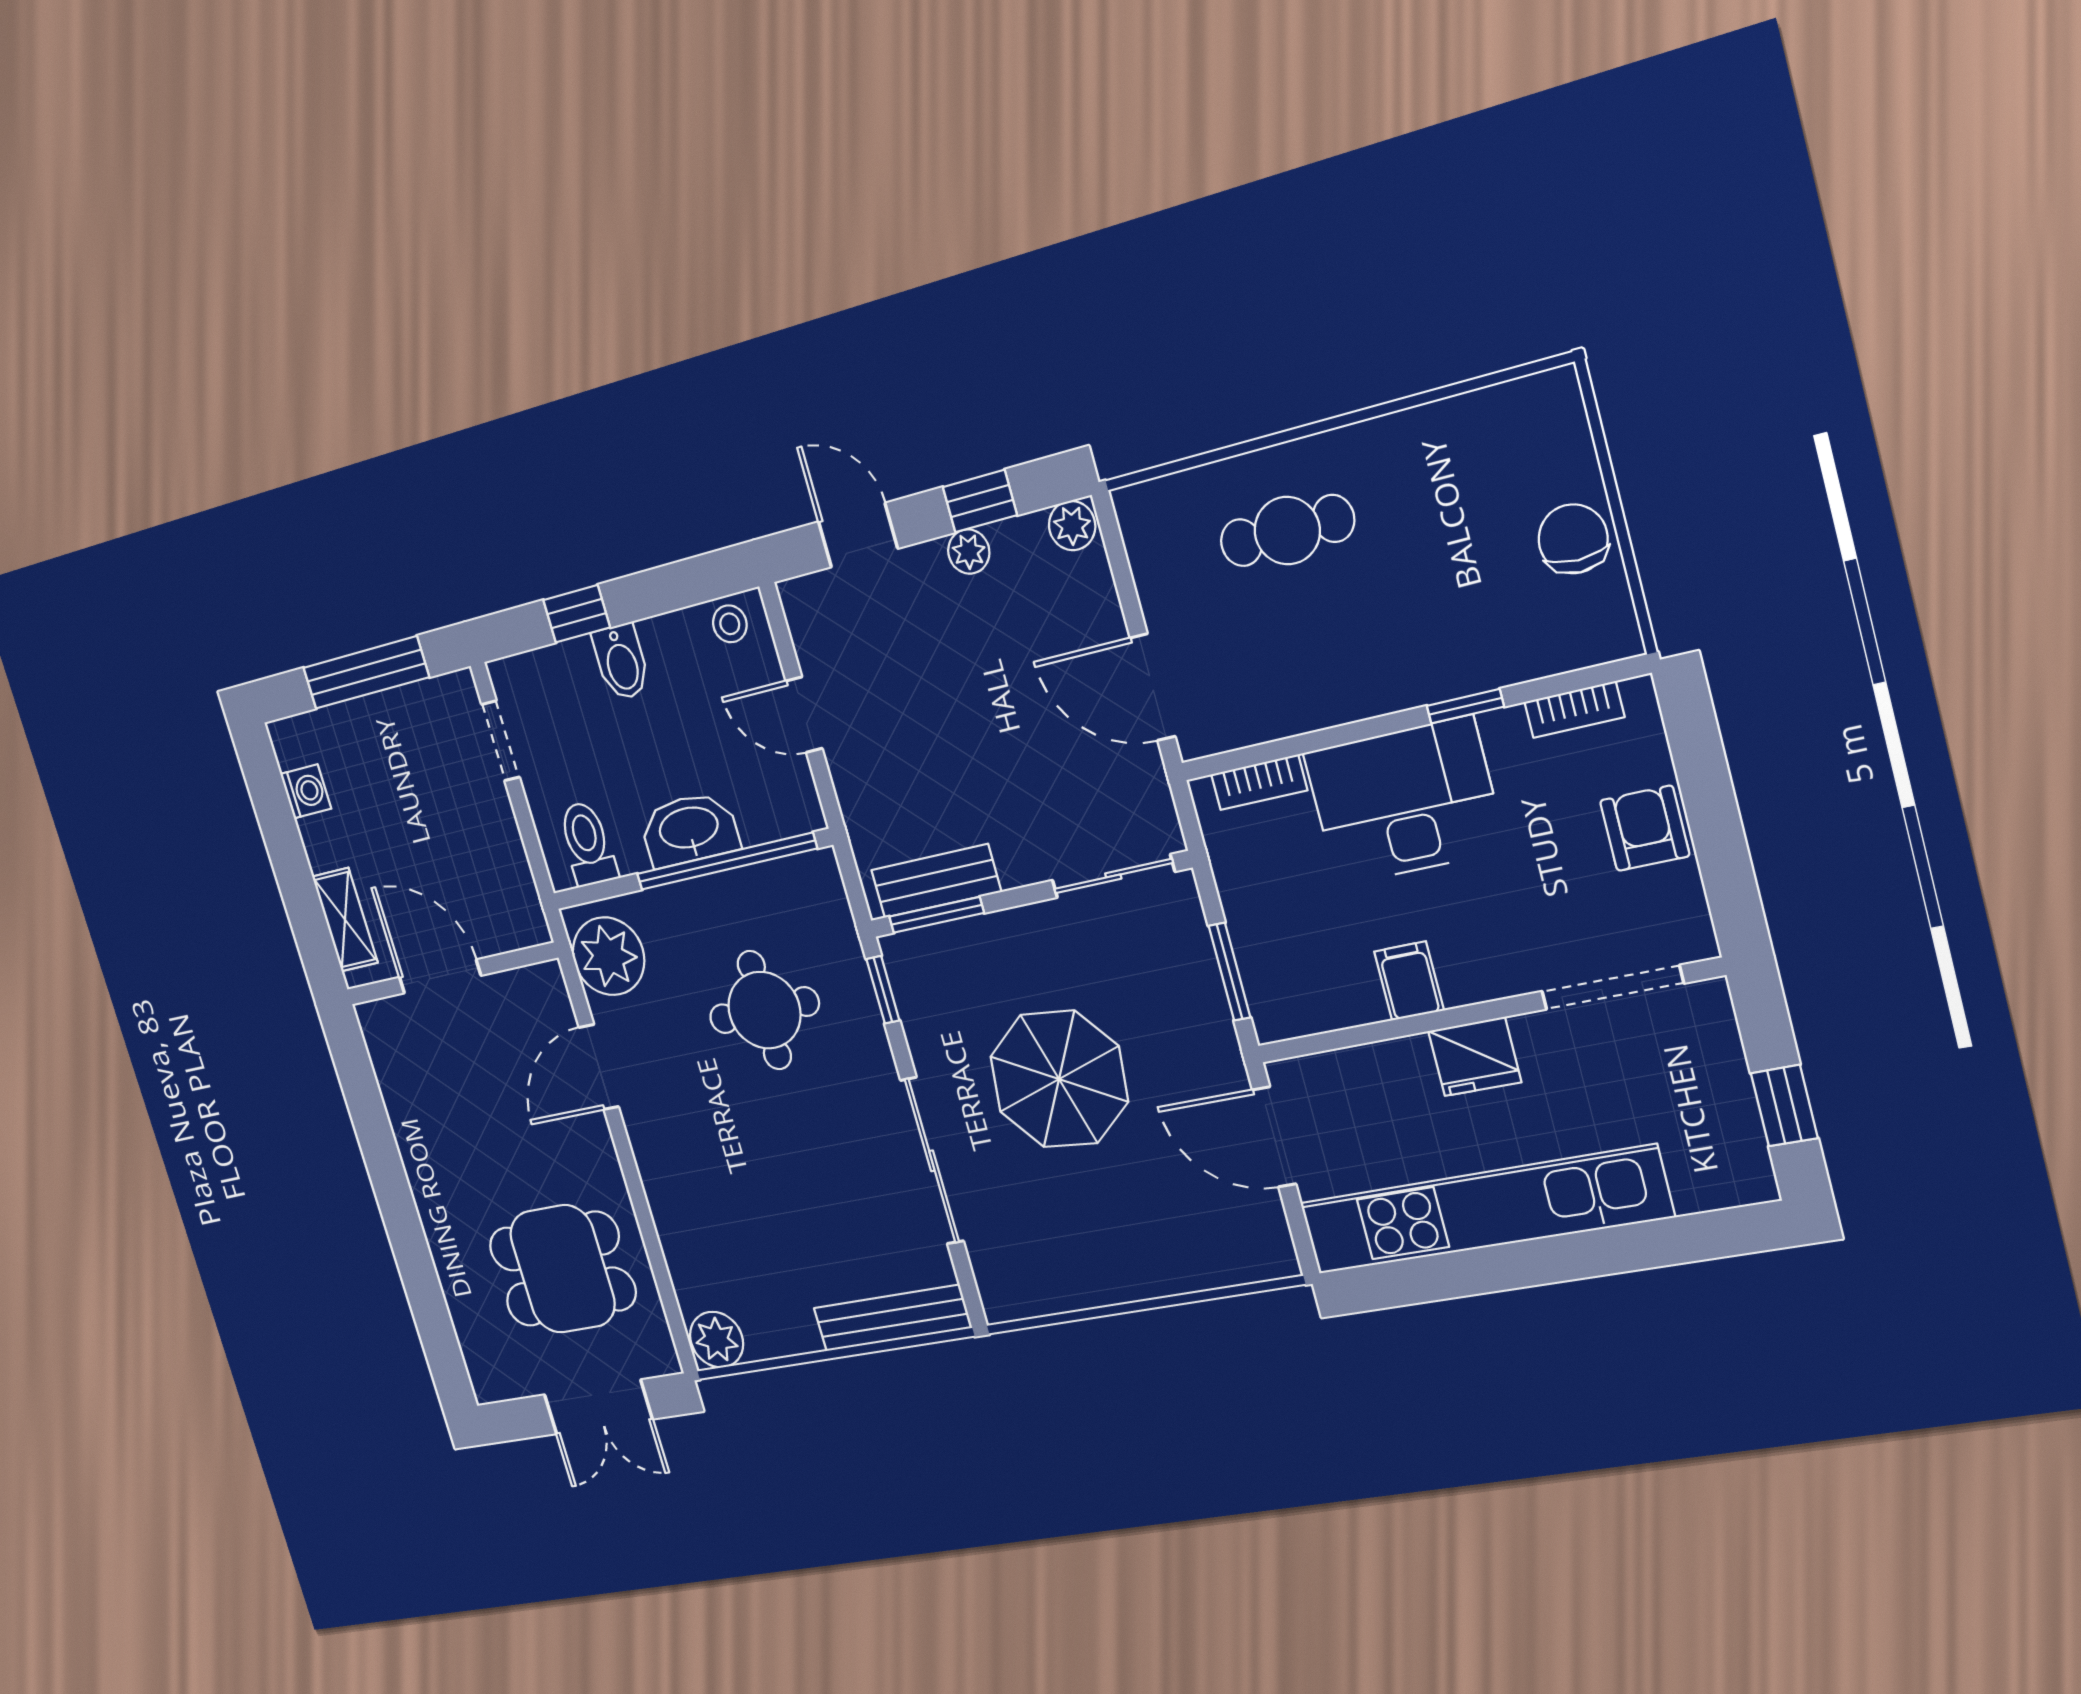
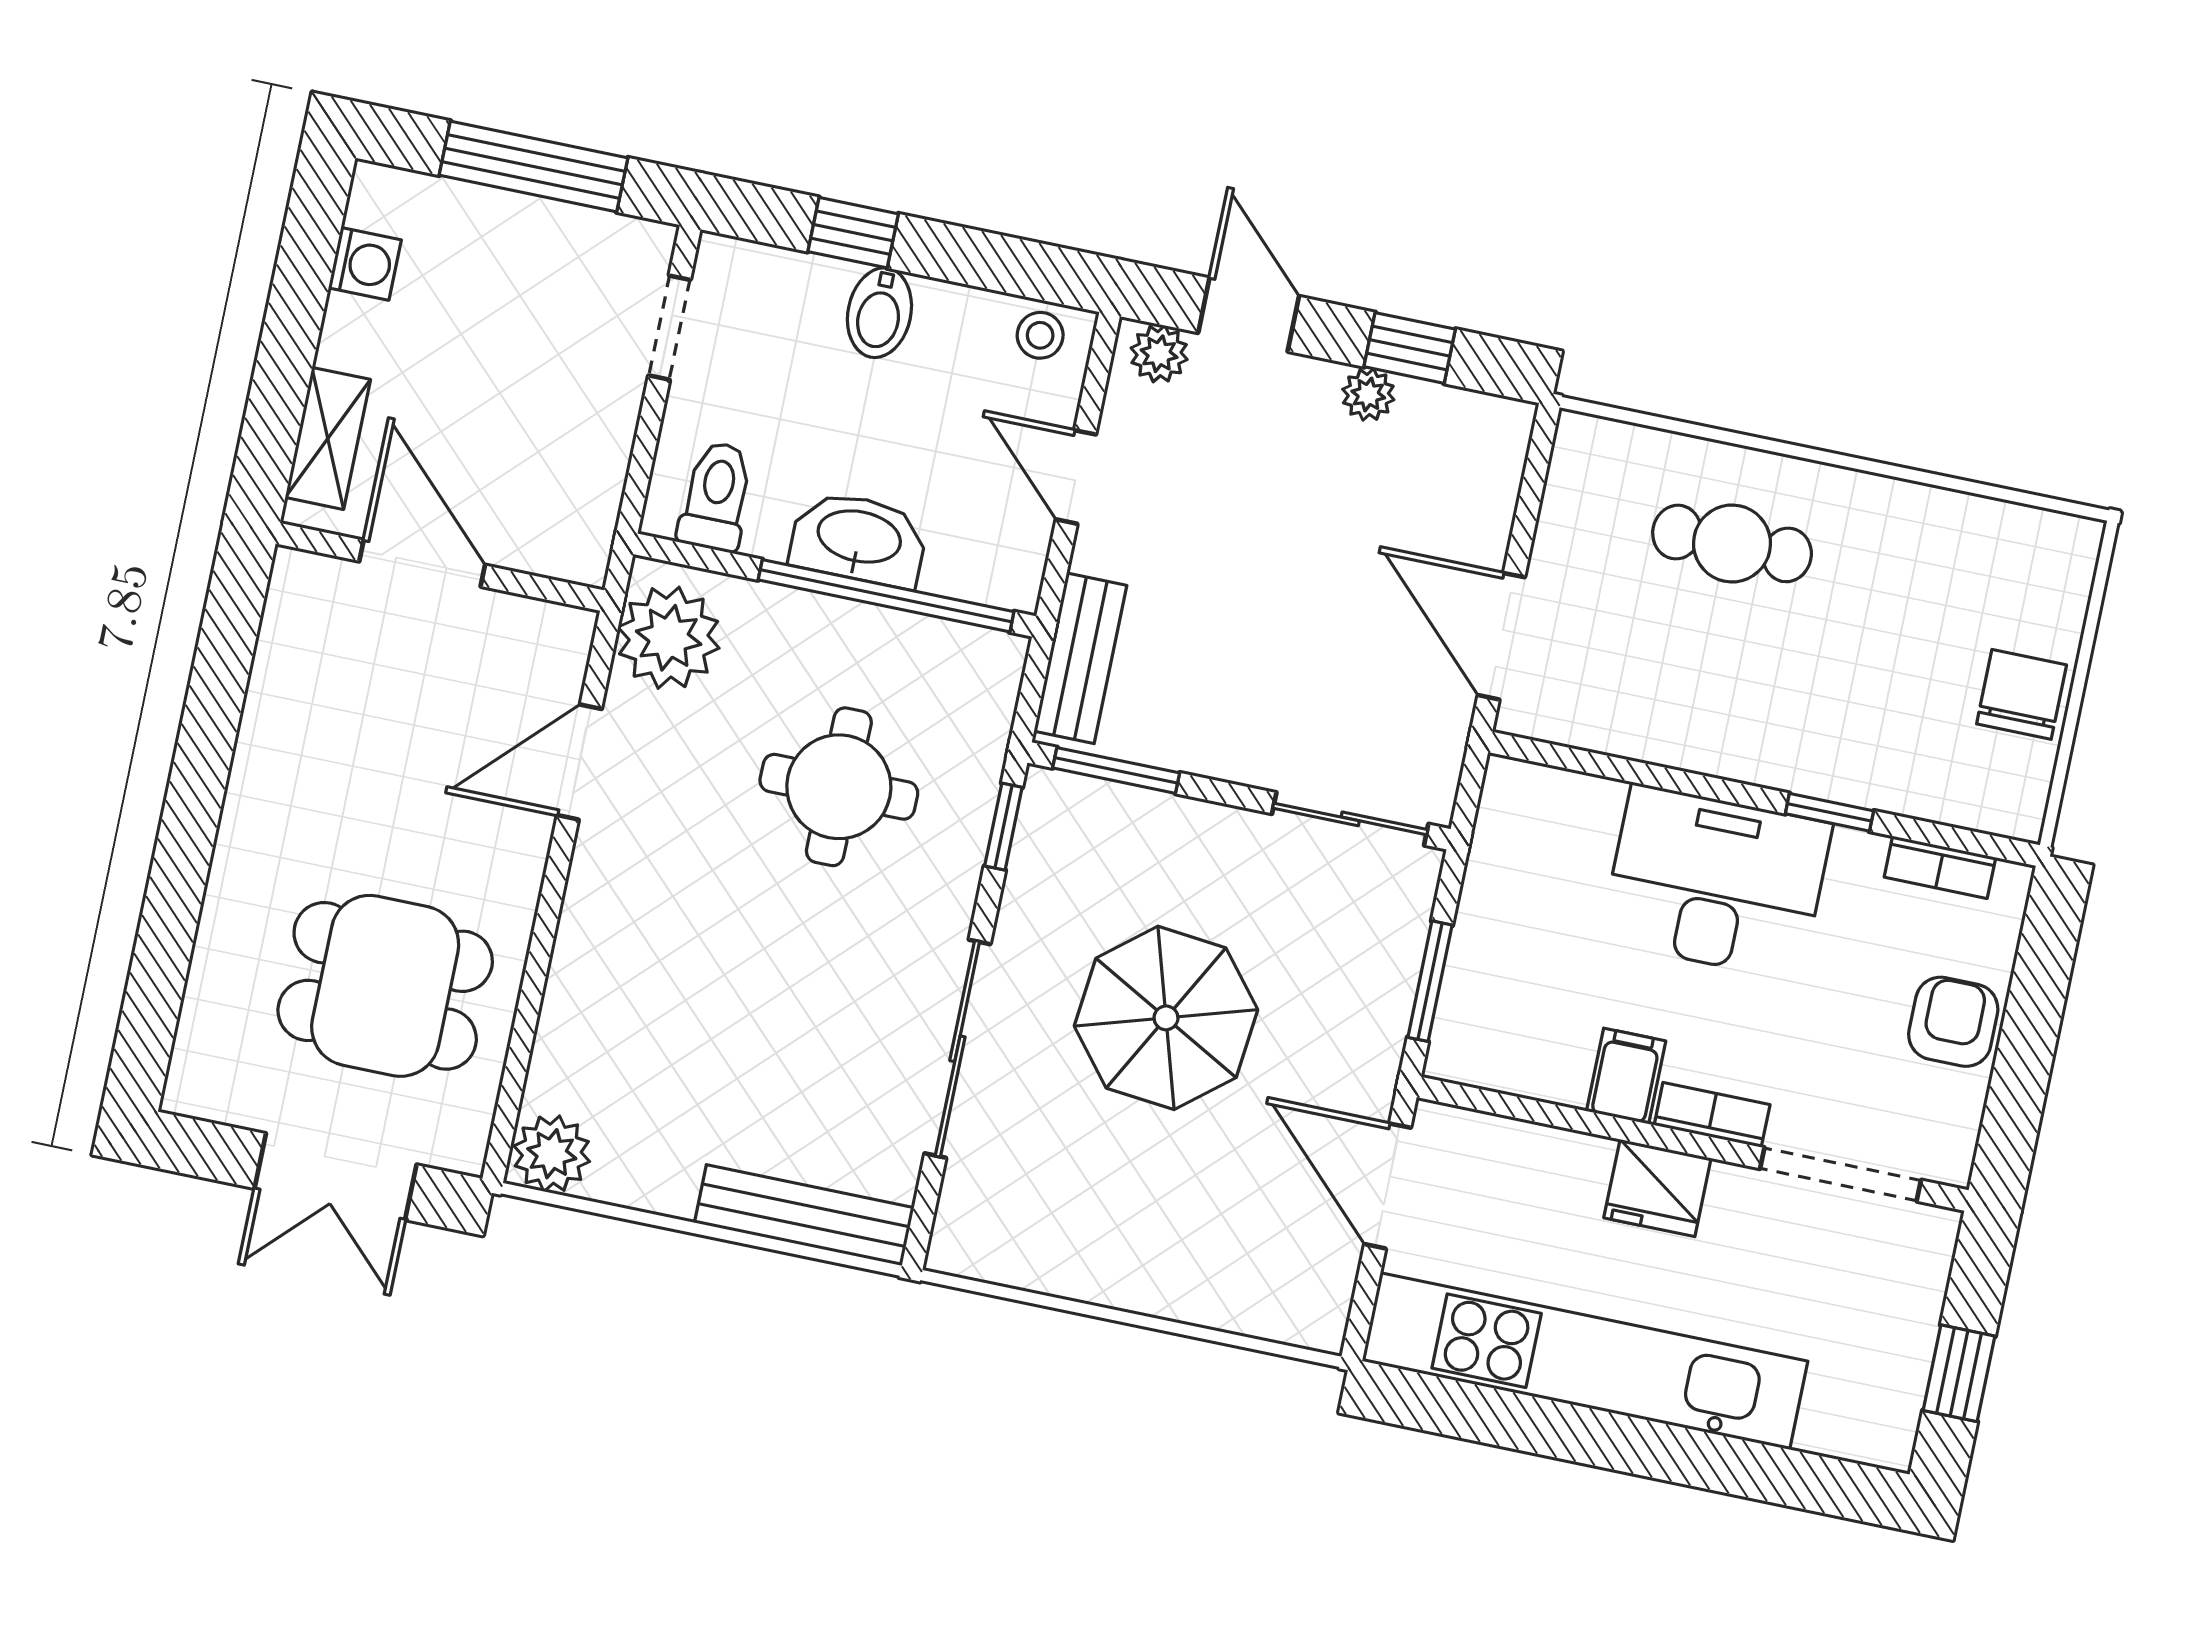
plant: (1072, 526) -> (1159, 354), moved
bookcase: (1259, 782) -> (1712, 1115), moved, turned 180
bench: (936, 881) -> (1080, 658), moved, turned 90

